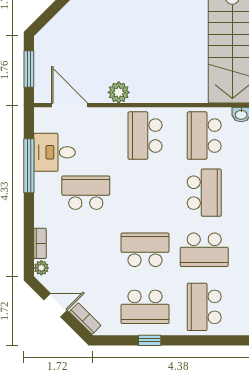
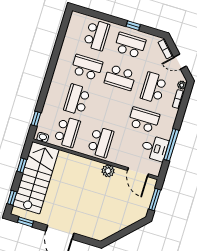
school desk: (86, 193) -> (144, 120), turned 180
school desk: (86, 250) -> (154, 88), added

